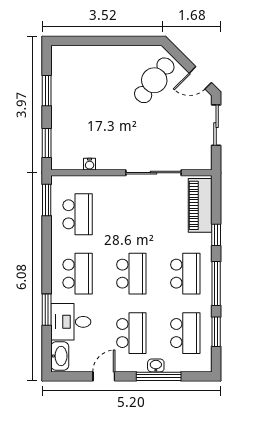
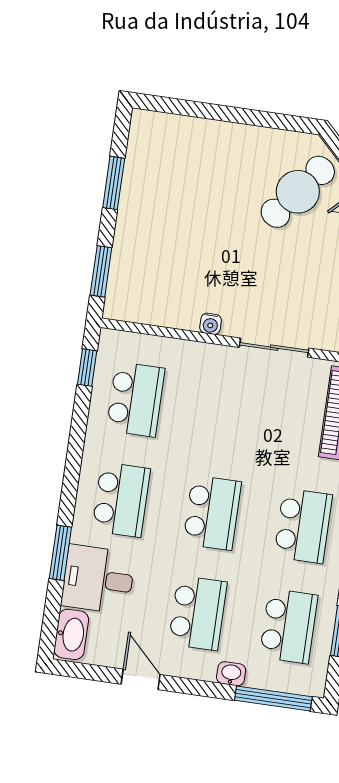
water cooler: (90, 164) -> (211, 324), moved
sliding door: (154, 173) -> (274, 348), width x0.73
window: (47, 200) -> (87, 368), width x0.67
door: (104, 376) -> (141, 679), hinge flipped
window: (159, 376) -> (273, 699), moved

